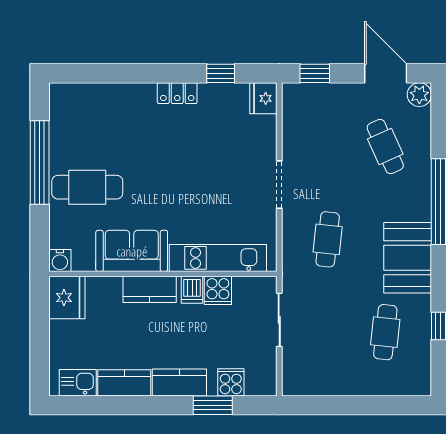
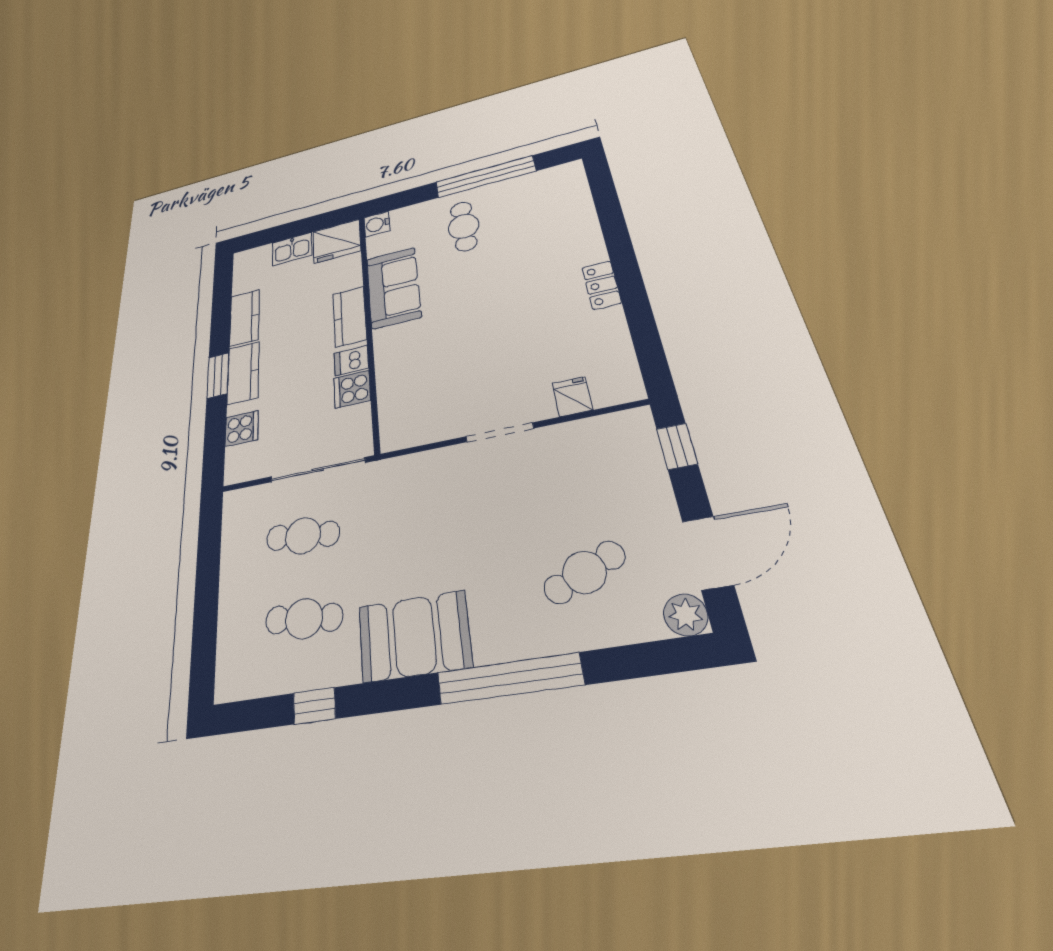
window: (221, 73) -> (643, 327), removed
fridge: (263, 98) -> (573, 396), moved, width x0.72
cafe table: (87, 187) -> (464, 226), width x0.73, depth x0.74
cafe table: (328, 239) -> (303, 536), moved
kitchen unit: (218, 258) -> (393, 380), removed
sliding door: (279, 320) -> (318, 470), width x1.37
kitchen sink: (78, 383) -> (292, 249), moved, turned 90
window: (213, 405) -> (218, 375), moved

